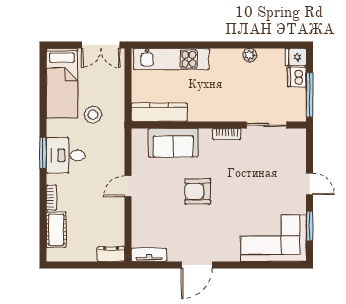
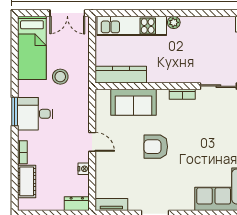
plant: (250, 55) -> (174, 22), moved
door: (128, 186) -> (92, 142), swing flipped
nightstand: (119, 216) -> (84, 169), added

